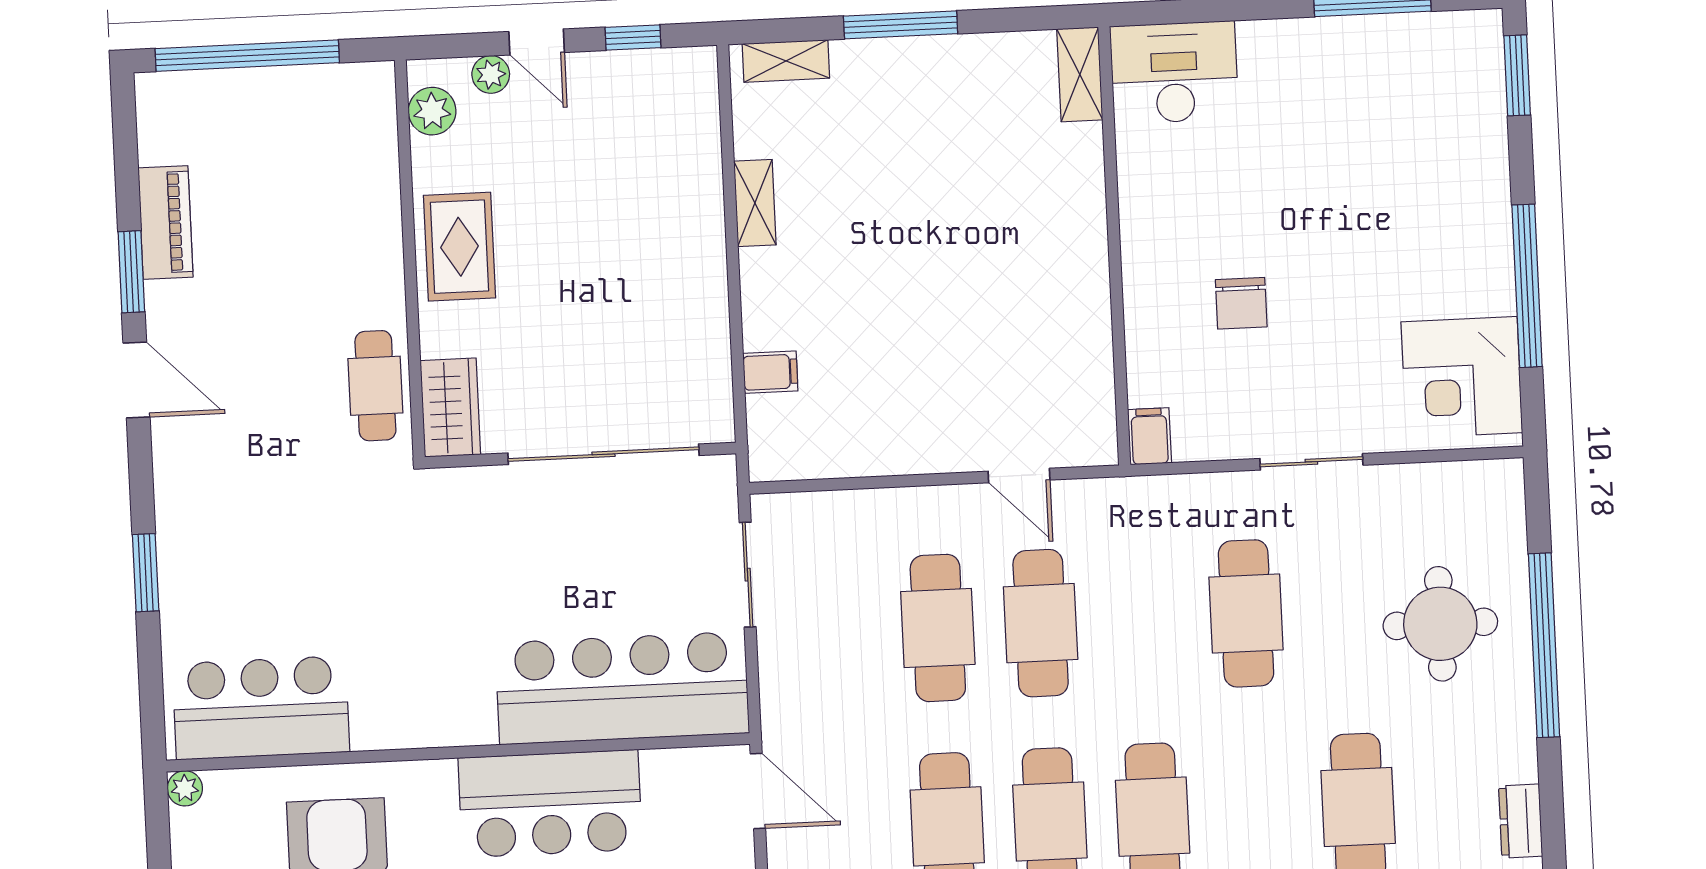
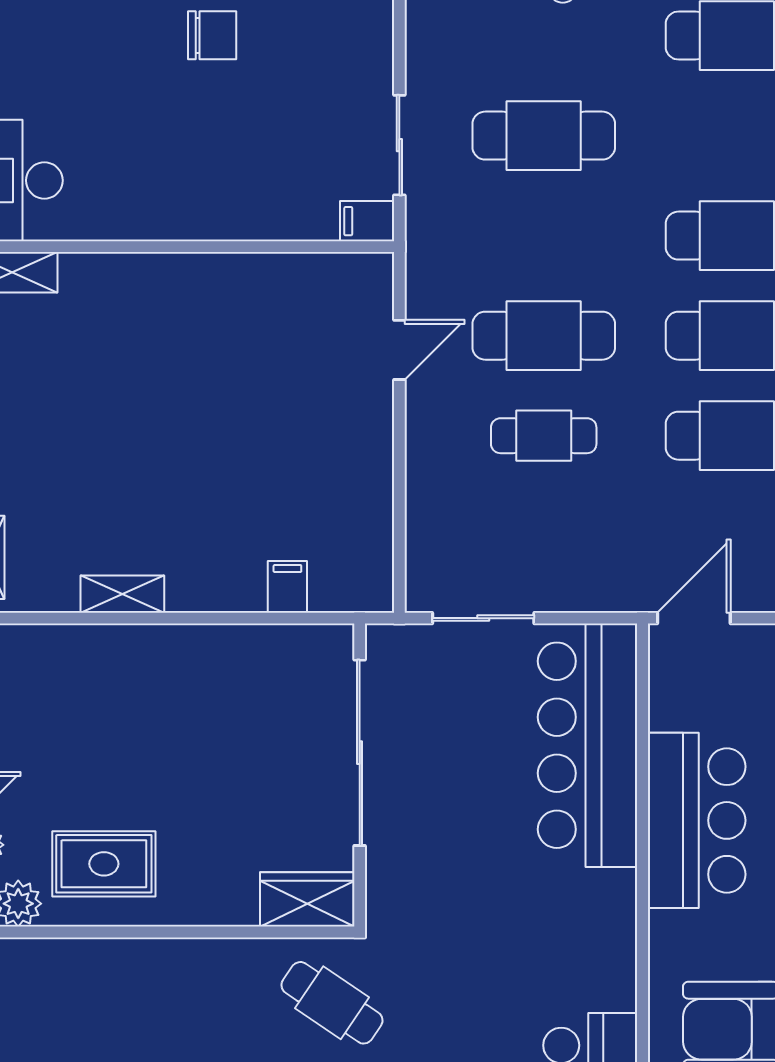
rug: (459, 247) -> (104, 864), moved
chair: (1241, 303) -> (212, 35), moved
cafe table: (375, 386) -> (332, 1003), moved, turned 34
sliding door: (1311, 462) -> (399, 145), moved
cafe table: (938, 628) -> (544, 436), width x0.73, depth x0.74

